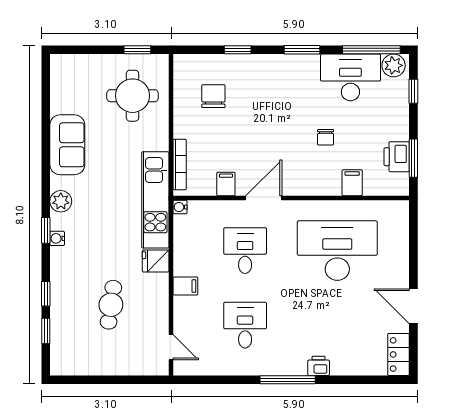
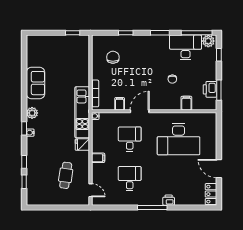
round table: (133, 96) -> (70, 57), removed
desk: (337, 251) -> (179, 139), turned 180
cafe table: (111, 305) -> (66, 175), moved

